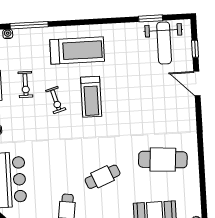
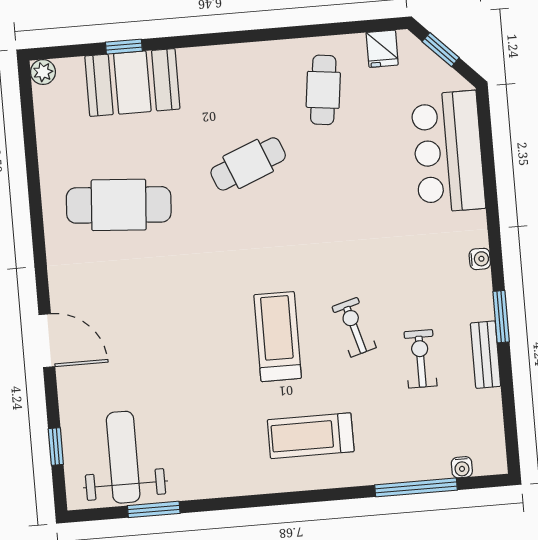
treadmill: (77, 50) -> (311, 436), width x0.73, depth x0.73
door: (197, 83) -> (47, 341), moved

